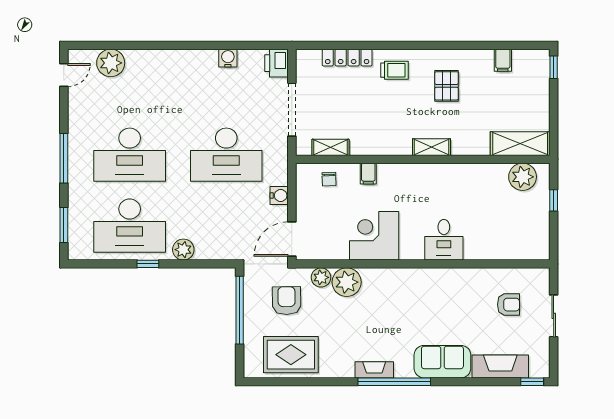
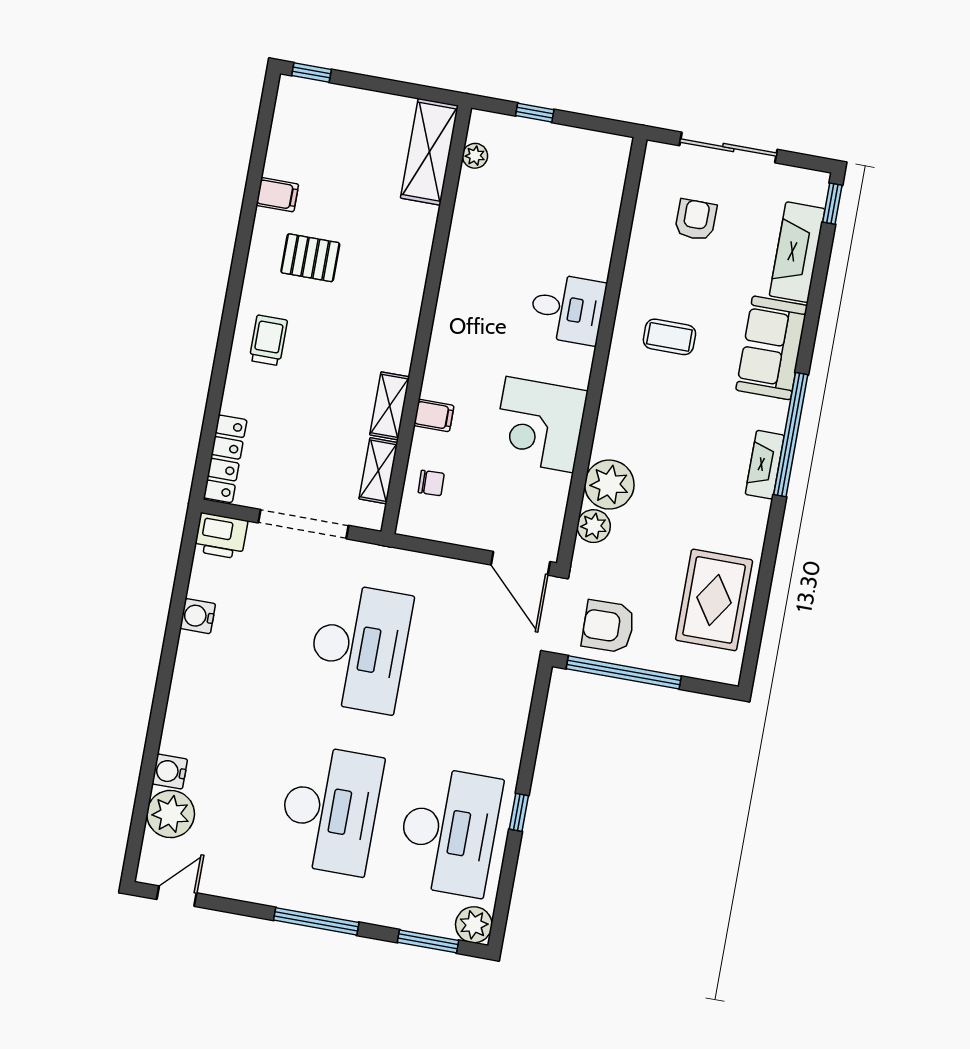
locker: (347, 58) -> (225, 459), moved
filing cabinet: (503, 60) -> (277, 195), moved
door: (64, 75) -> (177, 896), hinge flipped
shelving: (431, 147) -> (390, 406), moved
plant: (523, 177) -> (475, 156), width x0.53, depth x0.53
water cooler: (279, 196) -> (170, 771), moved, turned -90
plant: (183, 250) -> (474, 925), moved
armchair: (287, 301) -> (608, 626), moved
coffee table: (438, 302) -> (669, 337), added
sliding door: (554, 316) -> (728, 148), width x1.37

